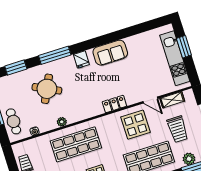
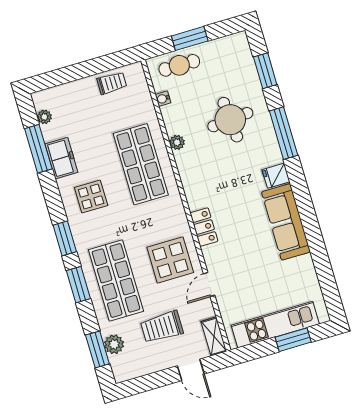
sofa: (110, 53) -> (286, 222), width x1.36
round table: (47, 89) -> (230, 120), turned -31
shelving: (172, 100) -> (214, 336), moved

